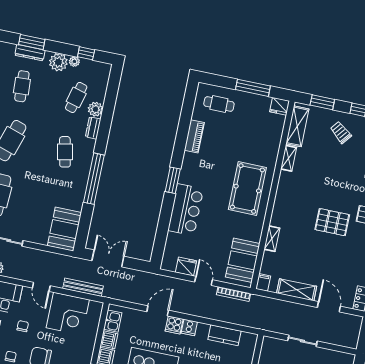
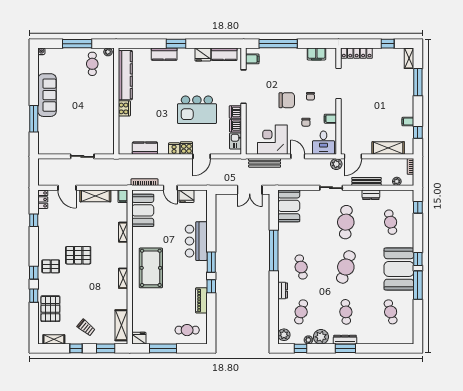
plant: (95, 109) -> (284, 335), moved
window: (179, 151) -> (211, 286), added
shelving: (289, 158) -> (123, 278), moved

